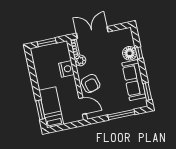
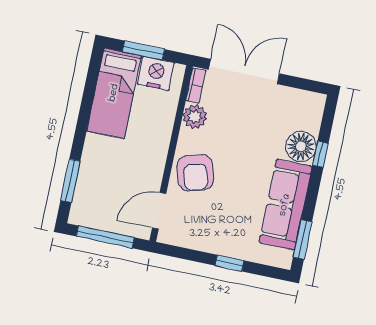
nightstand: (67, 69) -> (156, 73), moved, turned -90
door: (83, 106) -> (159, 211), swing flipped
bed: (51, 107) -> (114, 93), moved, turned 180
window: (121, 115) -> (230, 263), width x0.46
window: (65, 127) -> (105, 237), added

